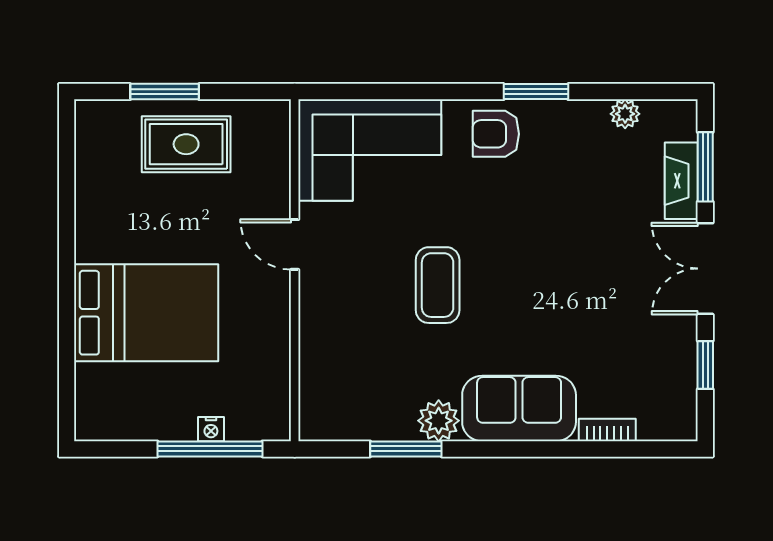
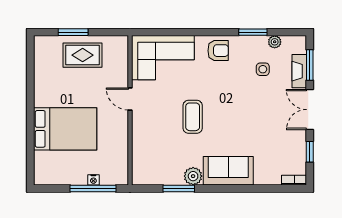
window: (536, 92) -> (253, 32), moved
armchair: (496, 134) -> (218, 51), turned 180
side table: (598, 176) -> (263, 69), added
bookcase: (607, 430) -> (294, 180), moved

